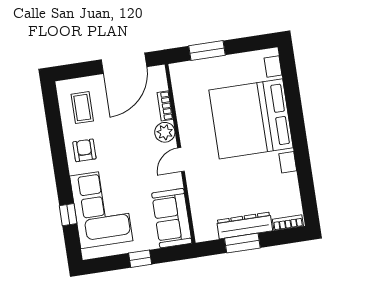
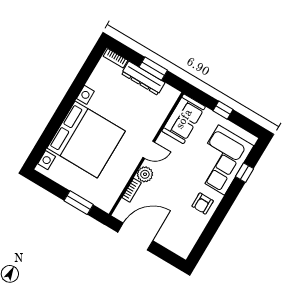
coffee table: (82, 108) -> (183, 231), removed

